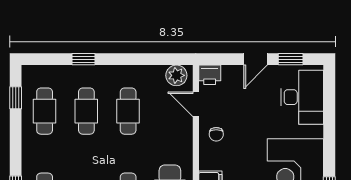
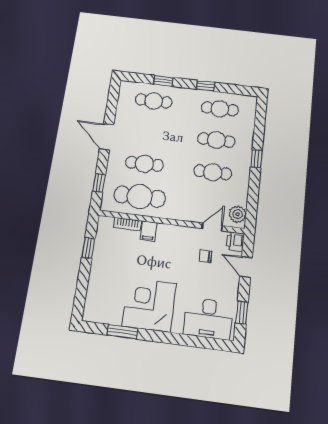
window: (83, 59) -> (256, 159), moved
door: (256, 59) -> (246, 267), moved
window: (16, 98) -> (206, 86), moved
chair: (216, 134) -> (205, 256), moved

